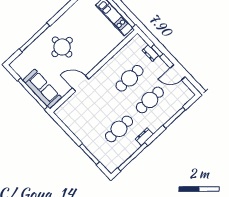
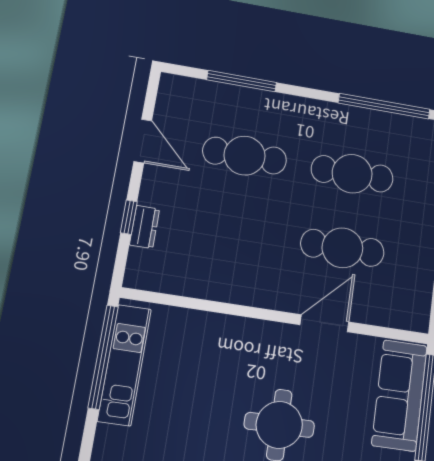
cafe table: (129, 78) -> (342, 248), moved
door: (81, 84) -> (324, 323), swing flipped
dresser: (144, 137) -> (327, 112), removed

